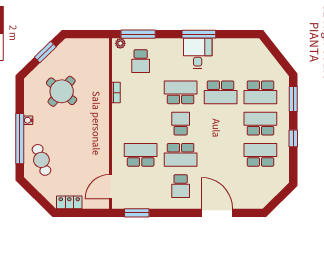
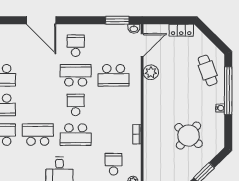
school desk: (181, 124) -> (76, 105), turned 180
plant: (101, 158) -> (151, 72), added
washbasin: (119, 204) -> (134, 29), added

